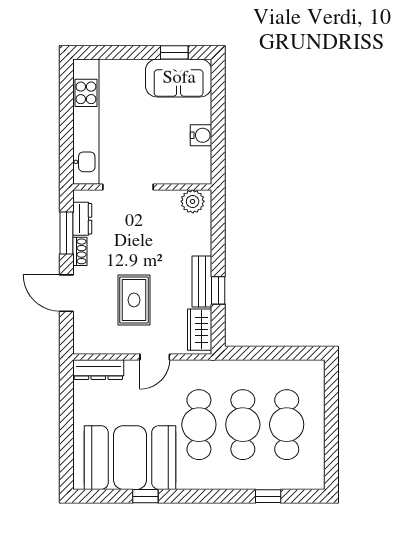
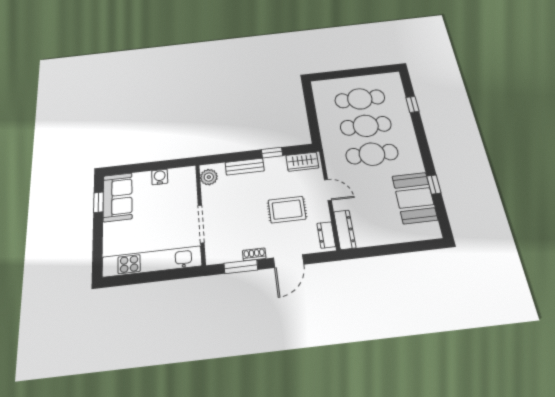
dresser: (82, 219) -> (326, 235), moved, turned -90
bench: (202, 282) -> (245, 167), moved
booth: (130, 458) -> (415, 198), width x0.73, depth x0.70

